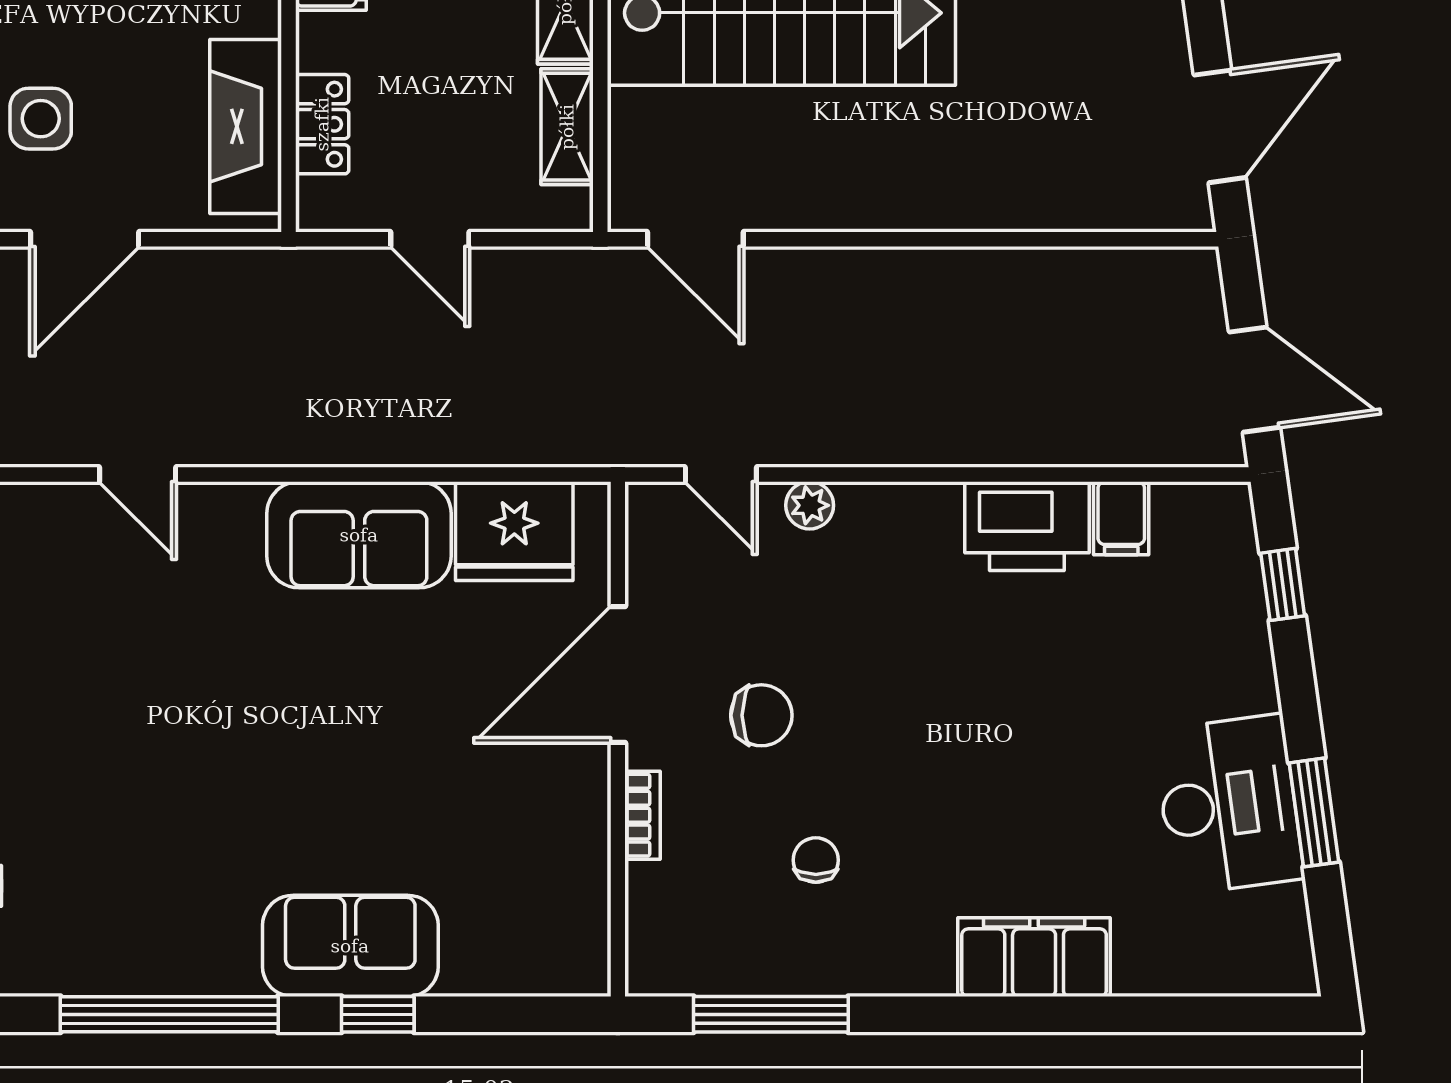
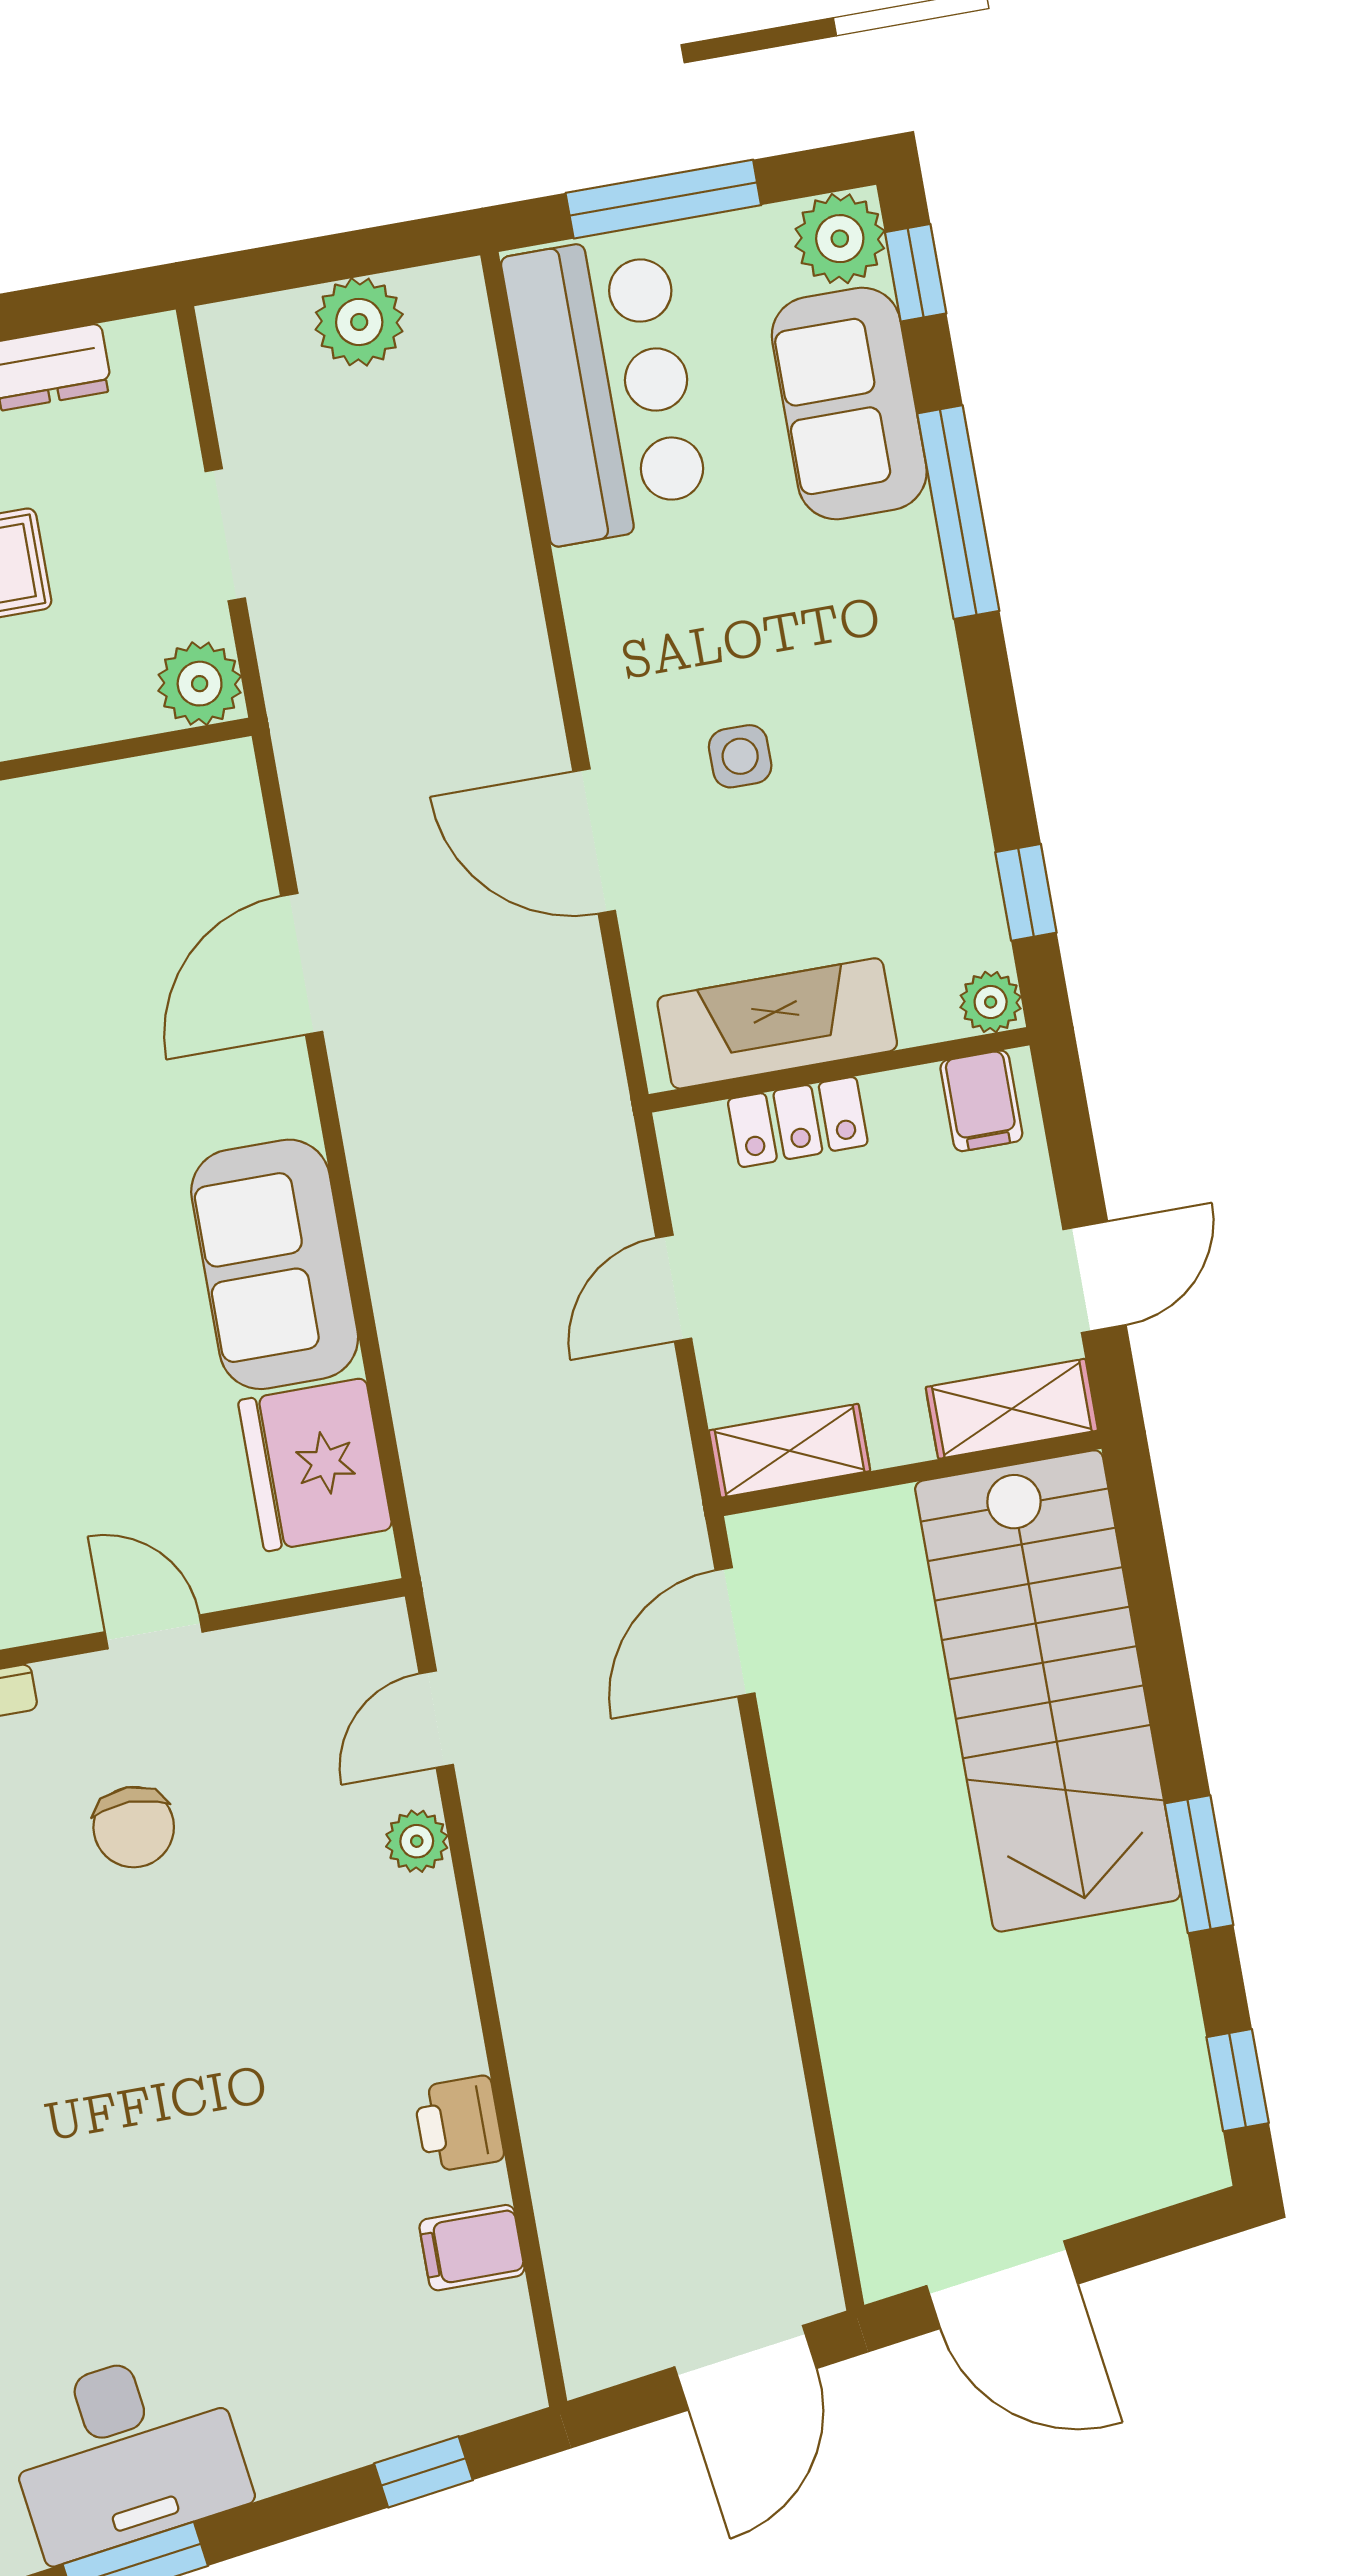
side table: (41, 119) -> (740, 756), width x0.73, depth x0.73
shelving: (567, 127) -> (790, 1451), moved
door: (1255, 380) -> (746, 2368), moved
door: (138, 474) -> (302, 964), width x1.38
printer: (1027, 526) -> (459, 2124), width x0.53, depth x0.68
door: (618, 674) -> (154, 1632), width x0.53

